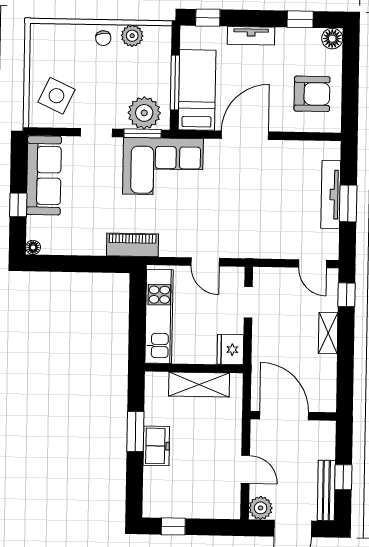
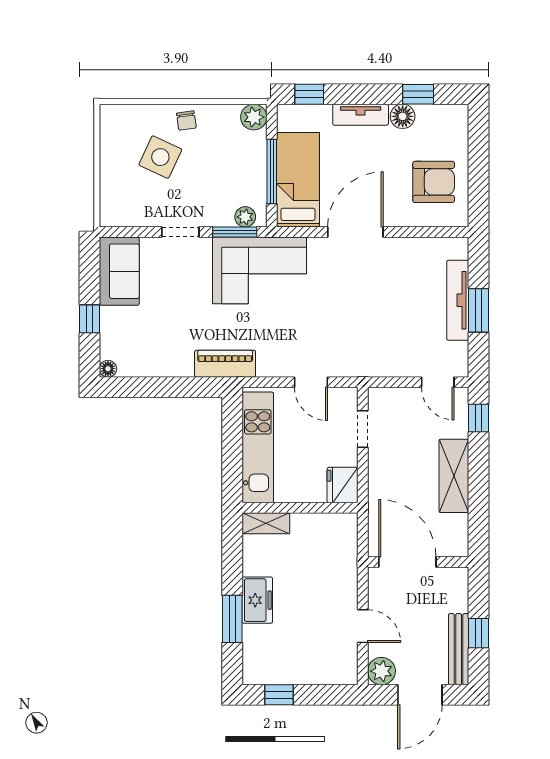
plant: (132, 36) -> (254, 117), moved
floor lamp: (332, 39) -> (403, 116), moved
side table: (56, 96) -> (160, 157), moved
plant: (144, 113) -> (245, 217), width x0.53, depth x0.53
sofa: (44, 175) -> (119, 271), width x0.73
shelving: (328, 333) -> (454, 476), width x1.50, depth x1.33
shelving: (199, 384) -> (266, 523), moved, width x0.67, depth x0.75
window: (135, 432) -> (232, 619), moved

